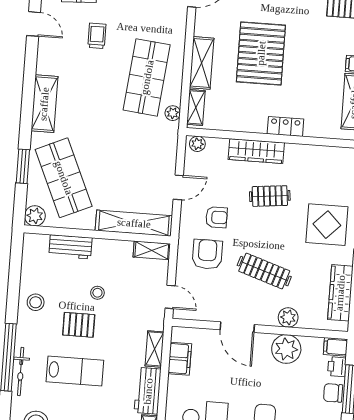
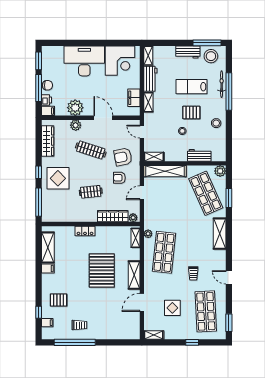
shelving: (202, 63) -> (134, 275), moved
wardrobe: (256, 151) -> (113, 216), moved
armchair: (207, 254) -> (123, 157), turned 79

